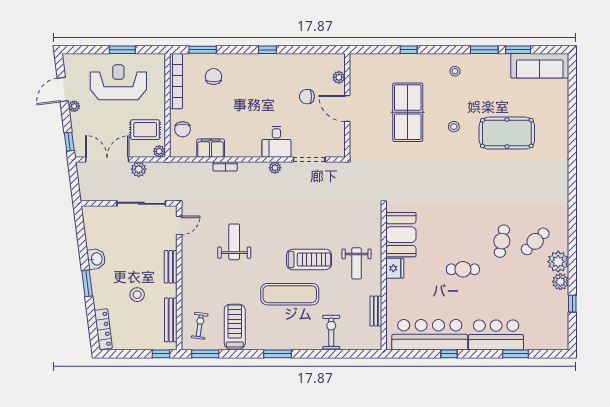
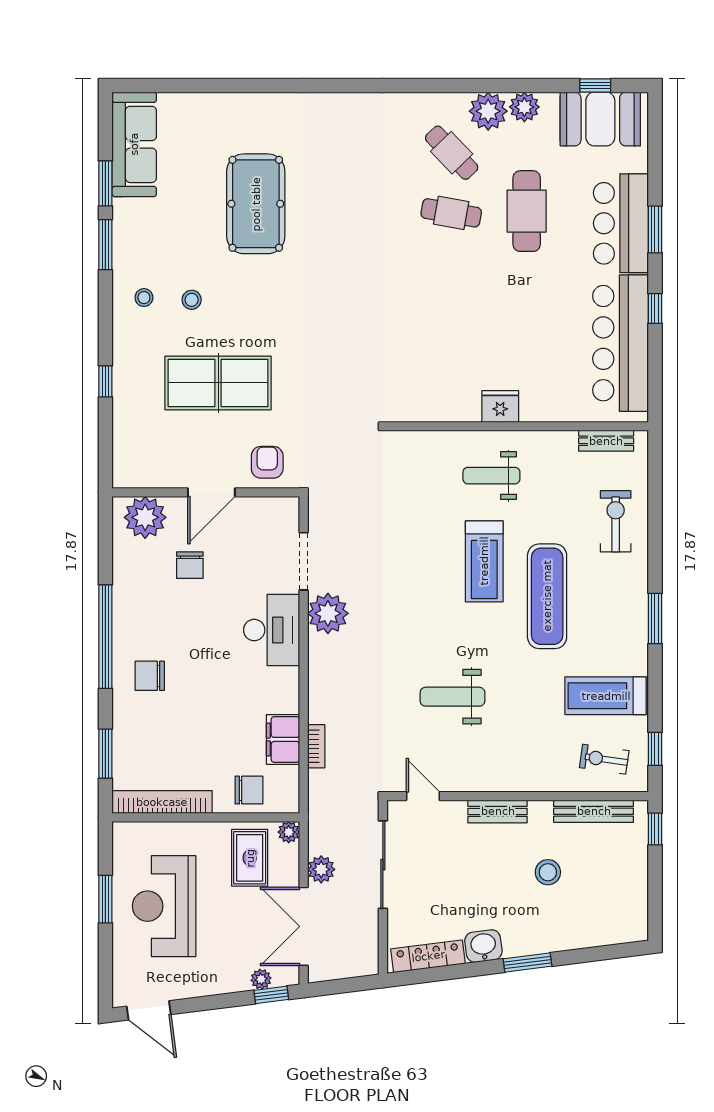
window: (267, 50) -> (105, 637), width x3.17
chair: (214, 77) -> (150, 676), moved
plant: (339, 77) -> (145, 517), width x1.88, depth x1.88
door: (63, 89) -> (149, 1010), moved
plant: (74, 106) -> (261, 979), moved
stool: (454, 127) -> (192, 300), moved
armchair: (364, 139) -> (267, 462), added
desk: (276, 142) -> (272, 630), width x1.37
bookcase: (225, 166) -> (316, 746), moved
plant: (275, 168) -> (328, 613), width x1.88, depth x1.88
booth: (401, 235) -> (600, 119), moved
treadmill: (309, 259) -> (484, 561), turned 180
weight bench: (357, 263) -> (491, 476), turned 180
cafe table: (463, 269) -> (527, 211), moved, width x1.37, depth x1.35
window: (572, 304) -> (595, 85), moved
bench: (376, 311) -> (606, 441), moved
locker: (103, 329) -> (428, 956), moved
exercise bike: (331, 332) -> (616, 521), turned 90
window: (205, 354) -> (655, 749), width x0.67
window: (515, 354) -> (655, 230), moved

